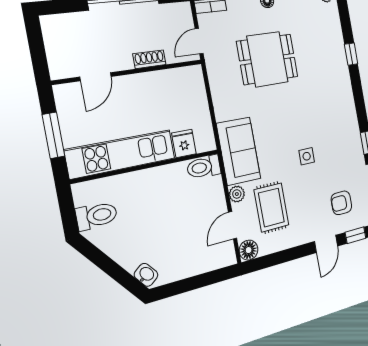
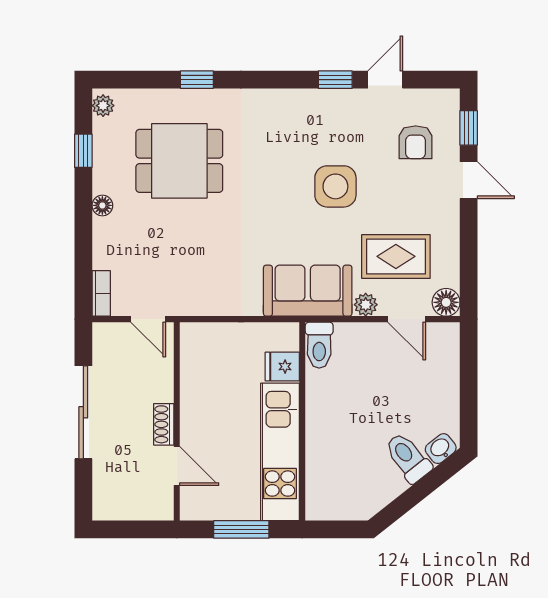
shoe rack: (149, 59) -> (164, 424), moved
dining table: (268, 59) -> (179, 161), moved, turned 90
side table: (307, 156) -> (335, 186), width x1.87, depth x1.87
toilet: (97, 216) -> (408, 458), moved, turned -38

